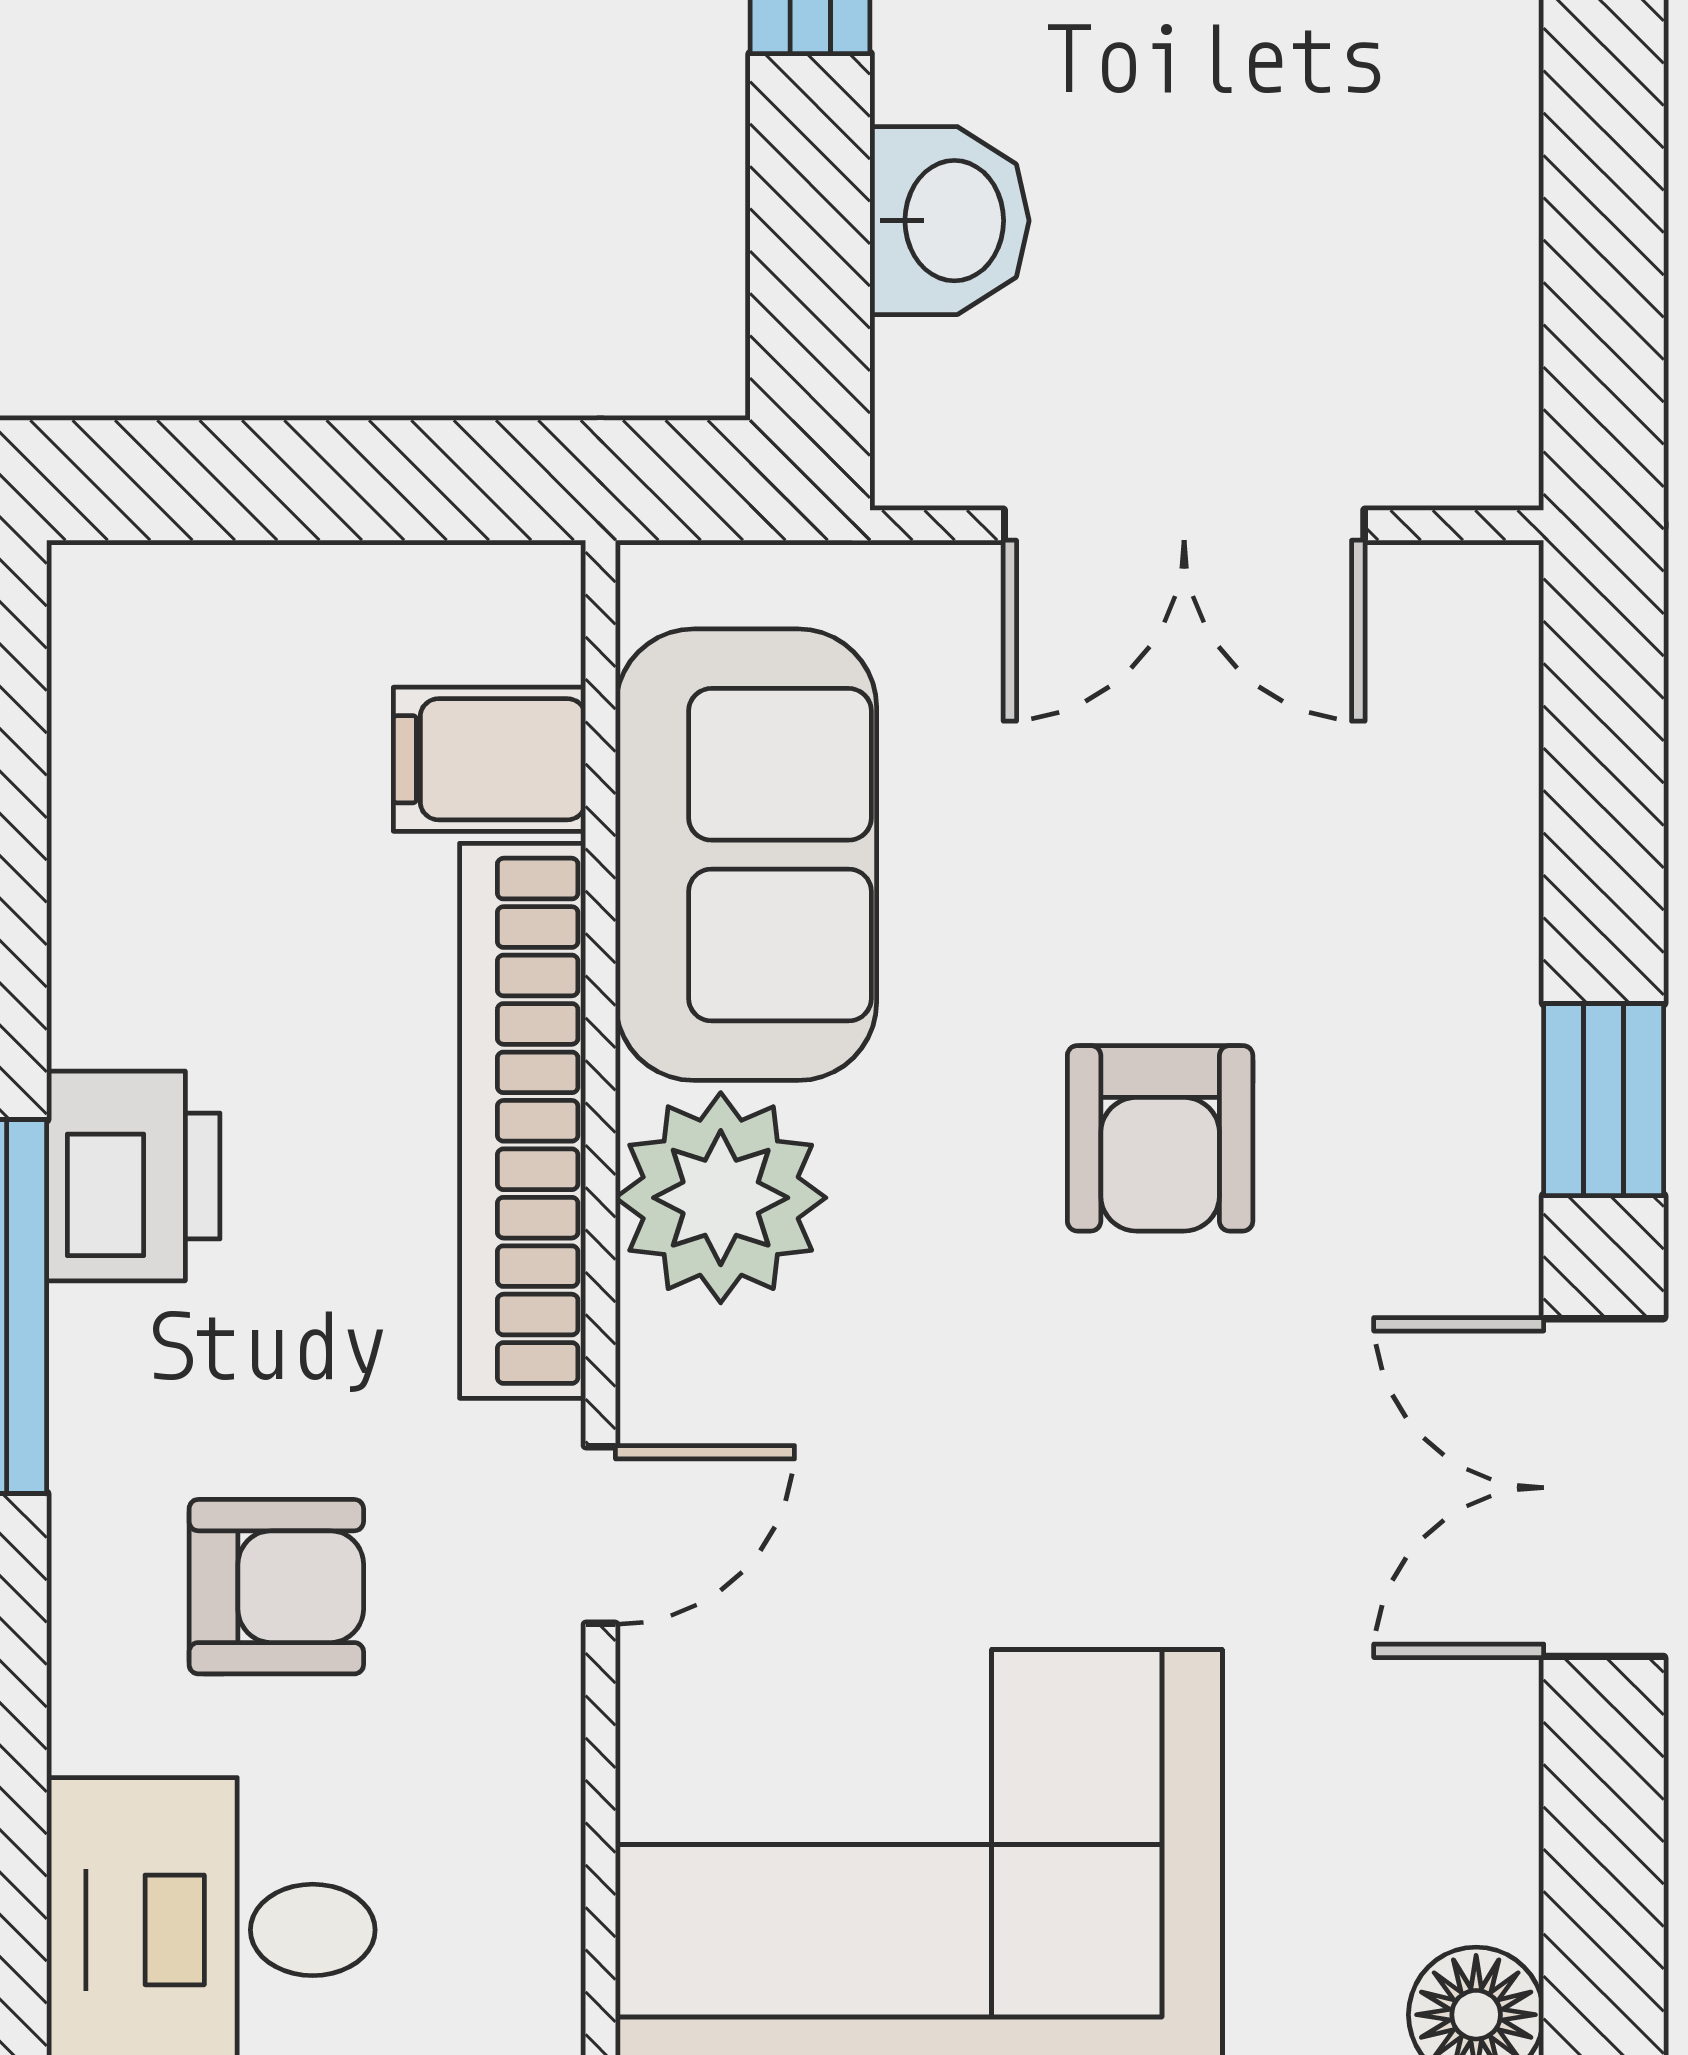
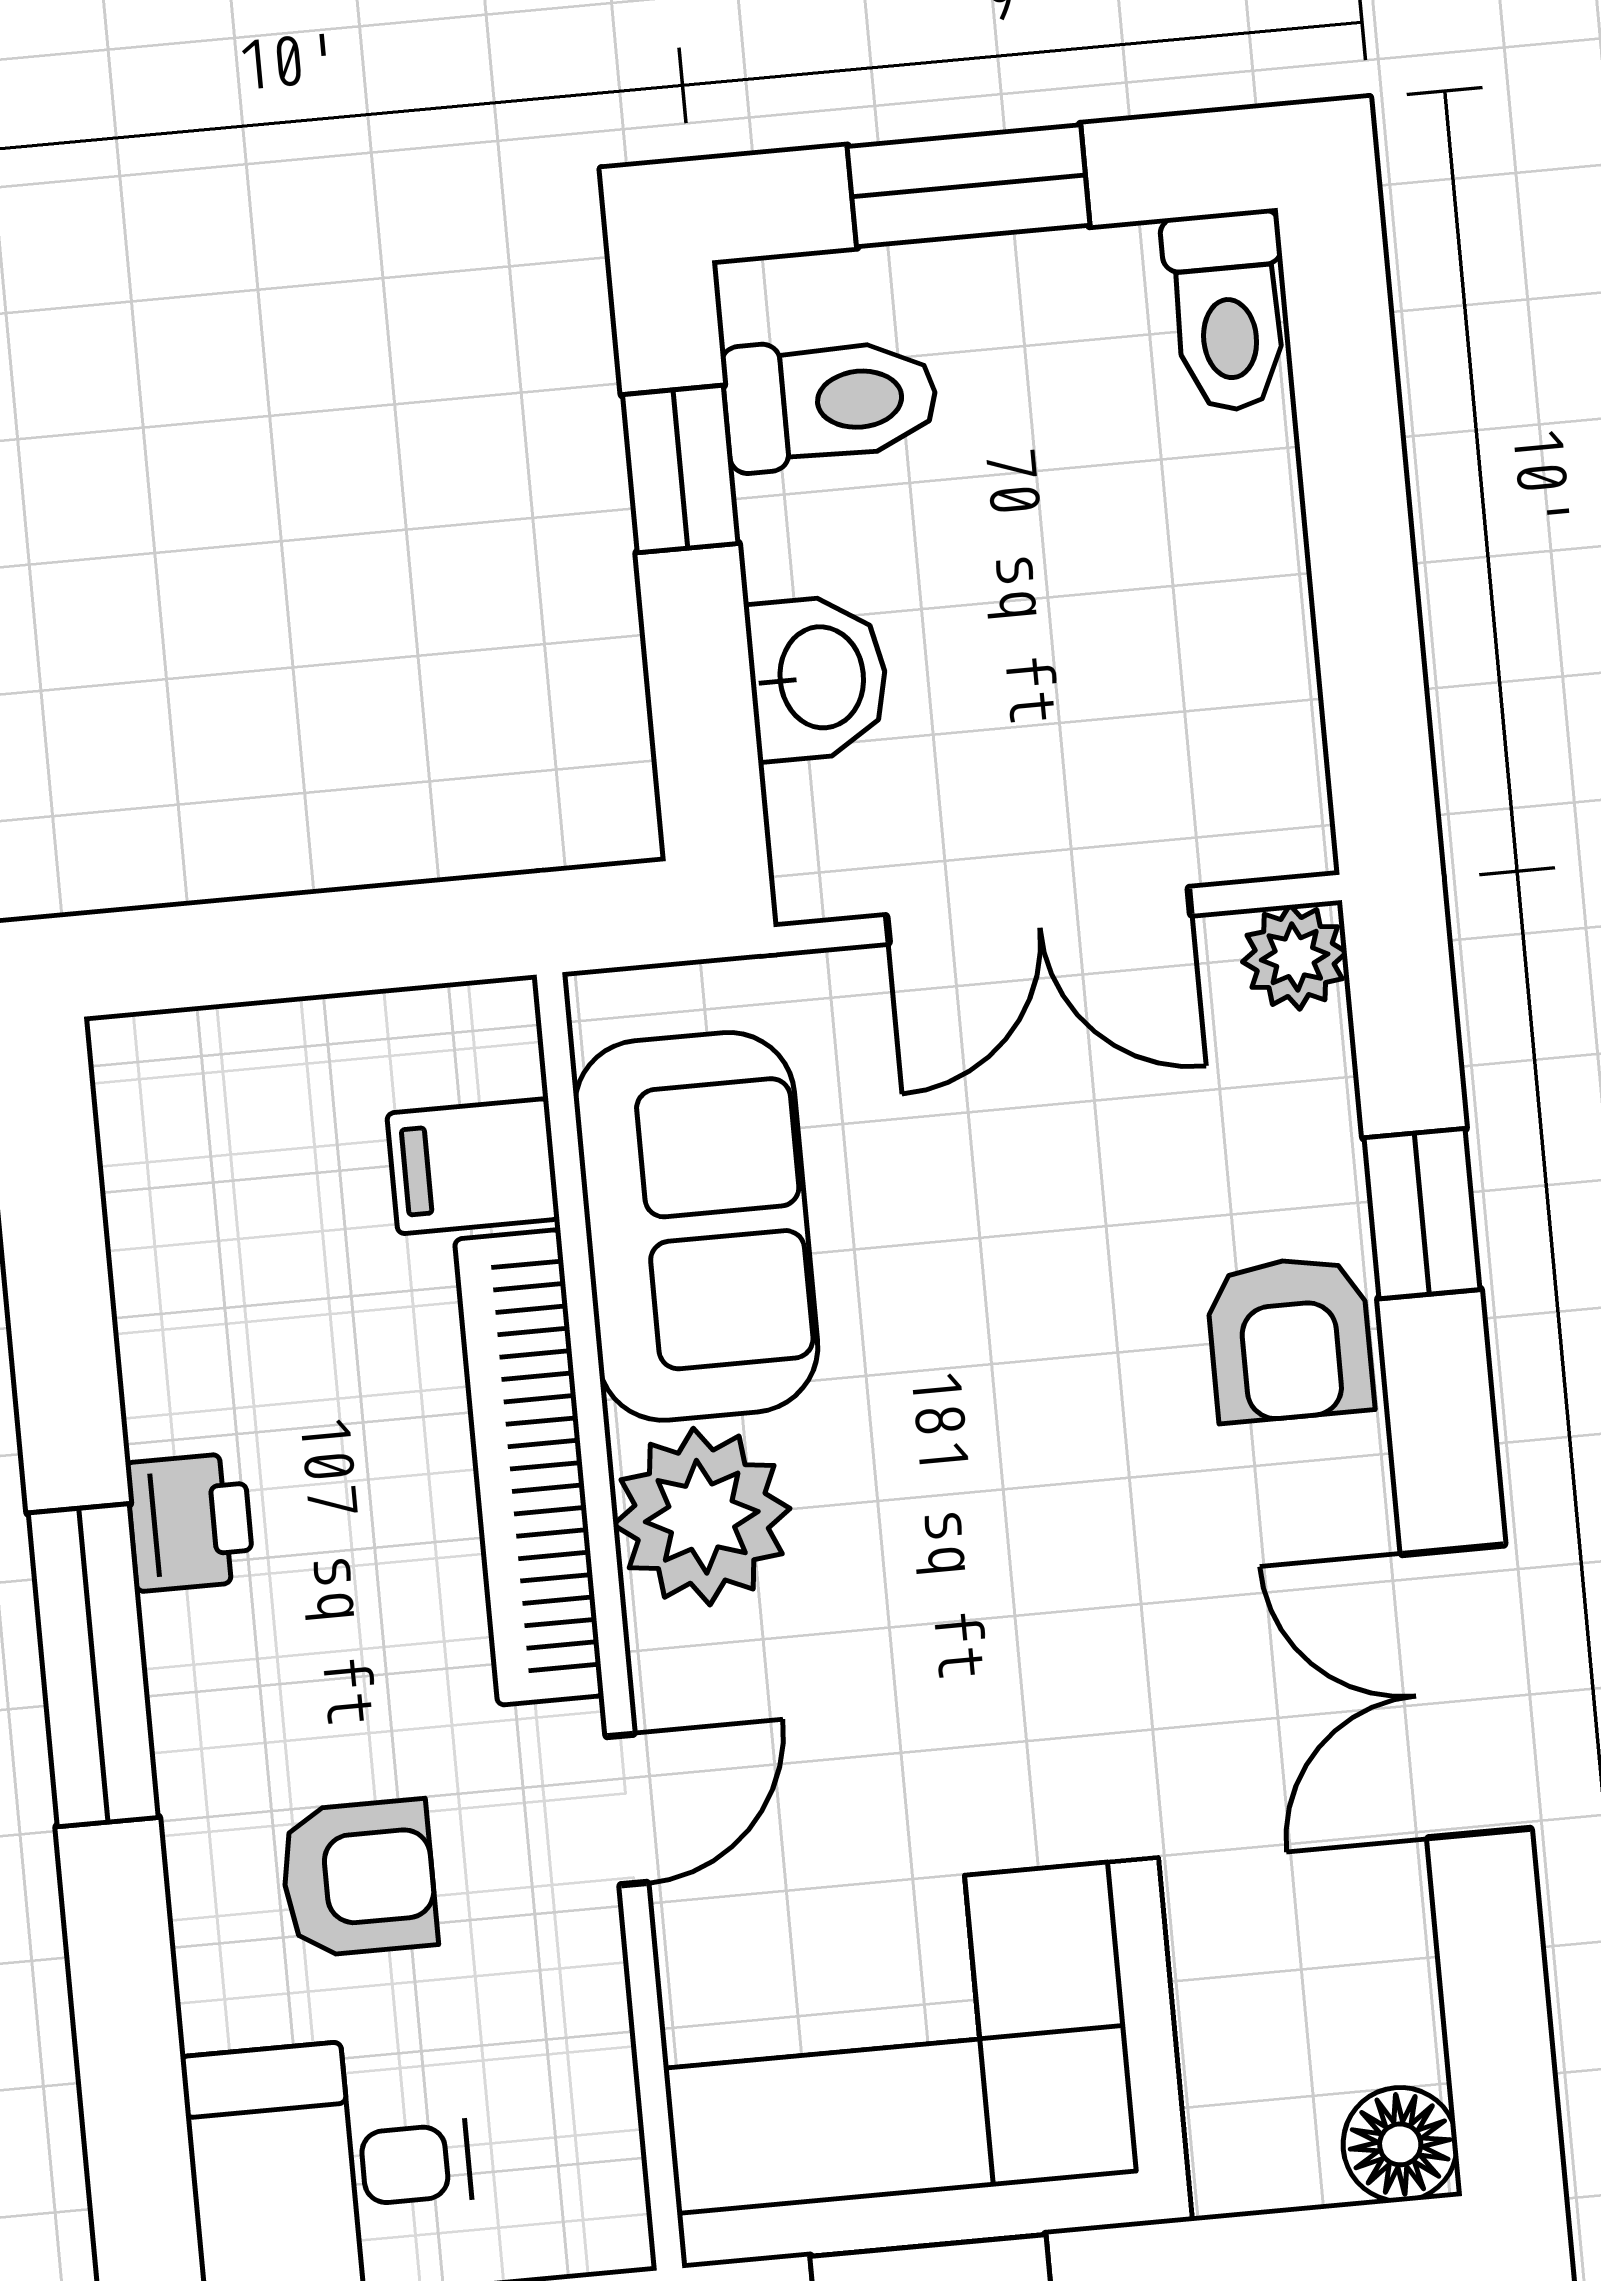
plant: (1482, 602) -> (1295, 957), added
window: (1604, 1100) -> (1422, 1214), moved
armchair: (1160, 1138) -> (1290, 1339), moved
printer: (133, 1176) -> (190, 1522), width x0.73, depth x0.81

